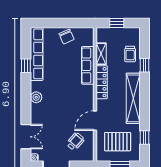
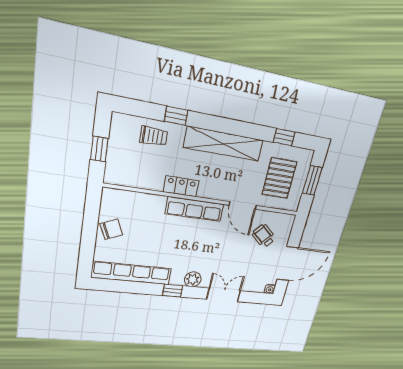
shelving: (101, 54) -> (146, 182), removed
row of seats: (88, 65) -> (195, 209), moved
window: (26, 66) -> (173, 291), moved
locker: (102, 82) -> (181, 186), width x0.66
double door: (26, 137) -> (224, 295), moved

